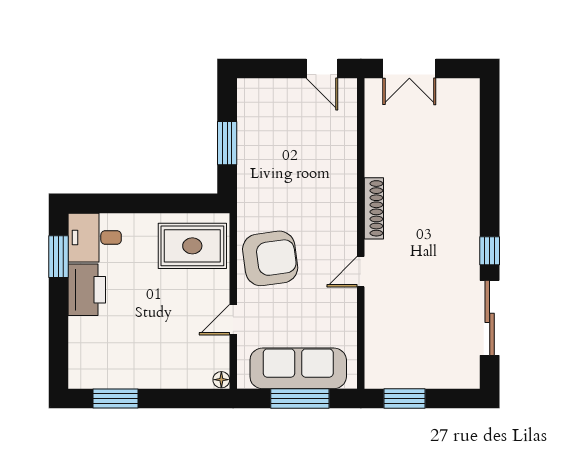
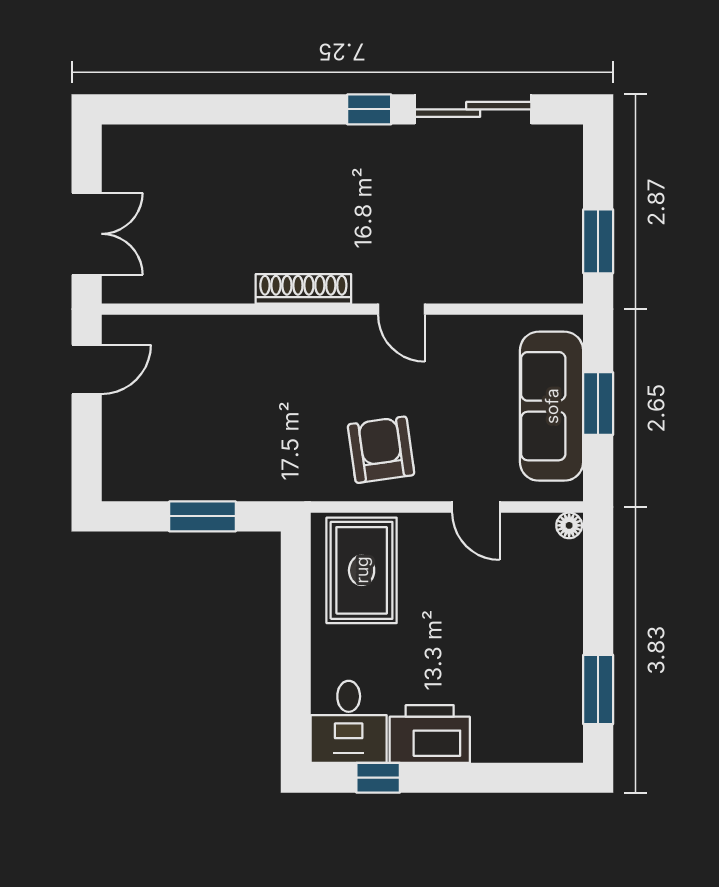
window: (59, 257) -> (378, 778), width x0.67
armchair: (270, 258) -> (381, 450), width x0.73, depth x0.73
window: (300, 398) -> (598, 404), width x0.69

